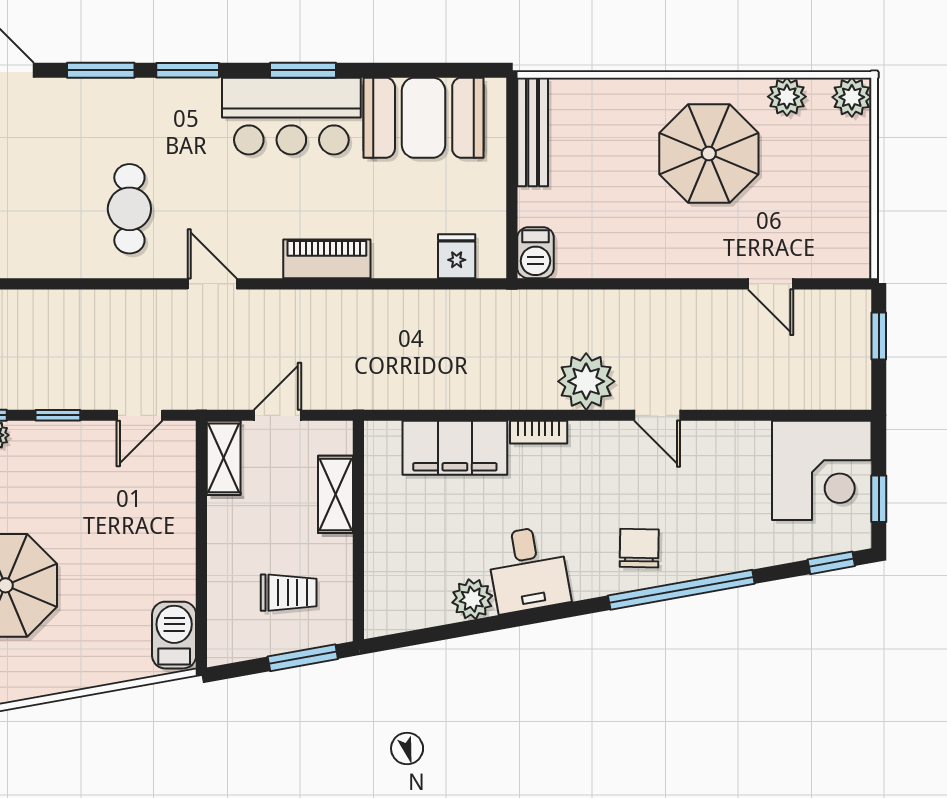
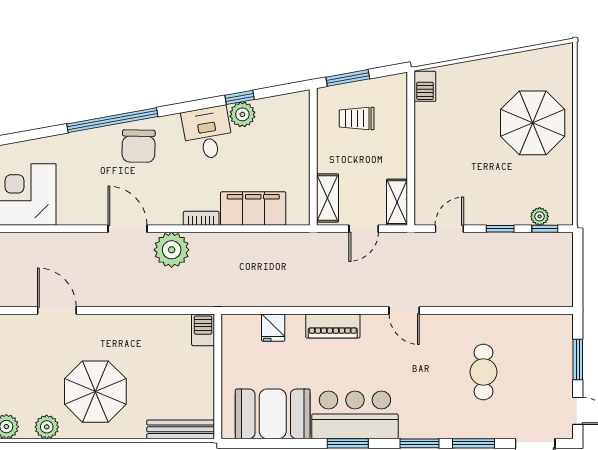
bench: (533, 132) -> (181, 429), moved, turned 90
cafe table: (129, 209) -> (483, 372), moved
fridge: (457, 256) -> (273, 328), moved
door: (771, 284) -> (57, 310), width x1.38
door: (657, 415) -> (127, 229), width x1.38
shelving: (336, 494) -> (327, 198), moved
chair: (639, 548) -> (139, 146), width x1.37, depth x1.37
window: (831, 563) -> (240, 97), moved
barbecue: (174, 635) -> (425, 86), width x0.73, depth x0.79

